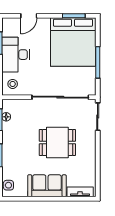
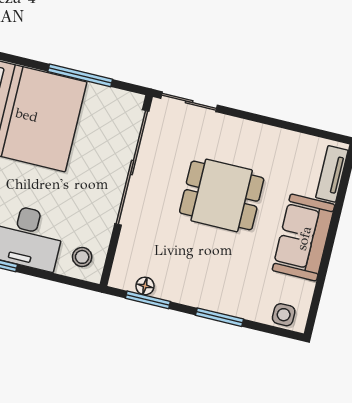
dining table: (57, 143) -> (222, 195), turned 90

